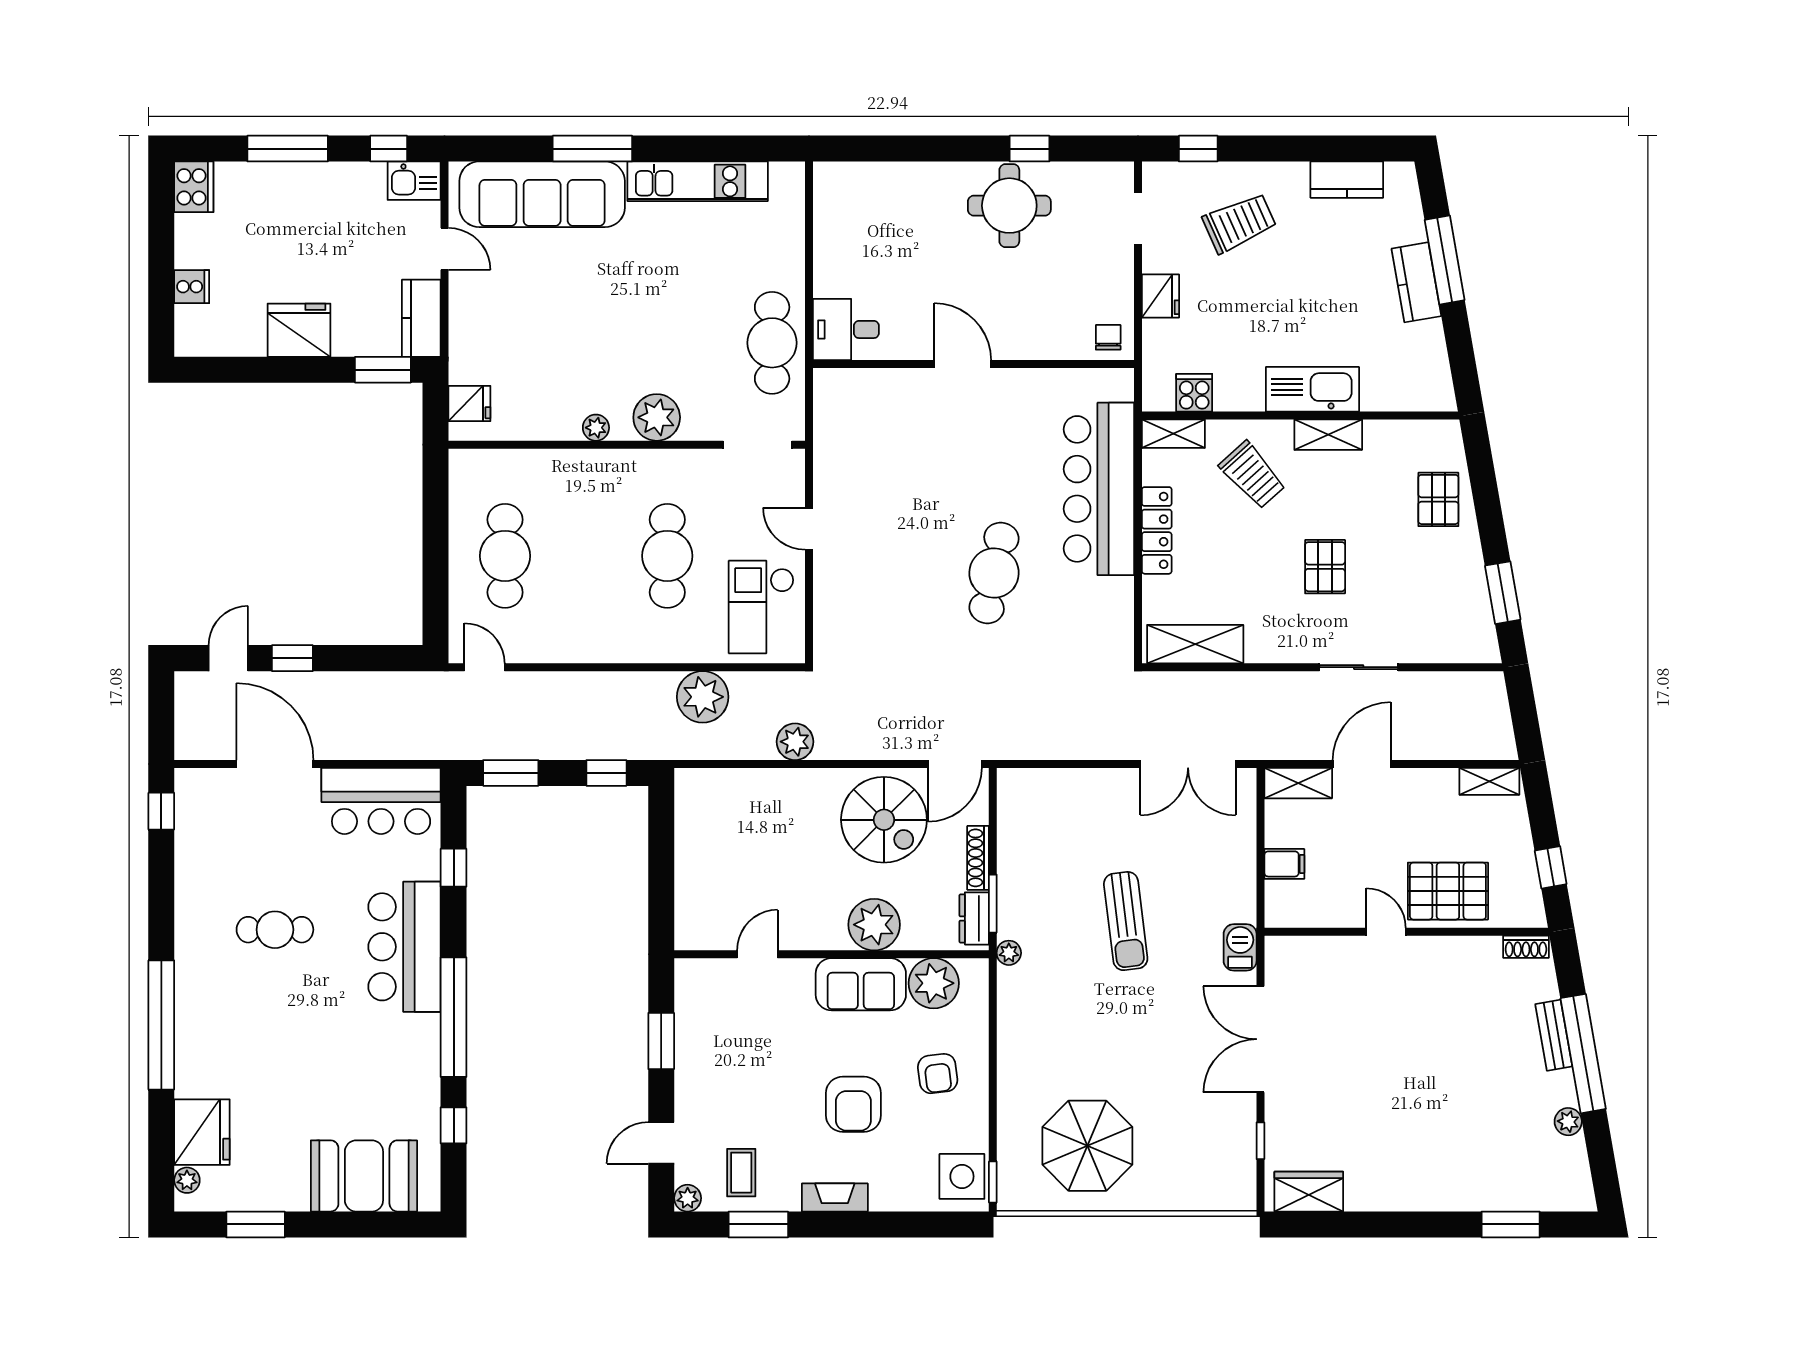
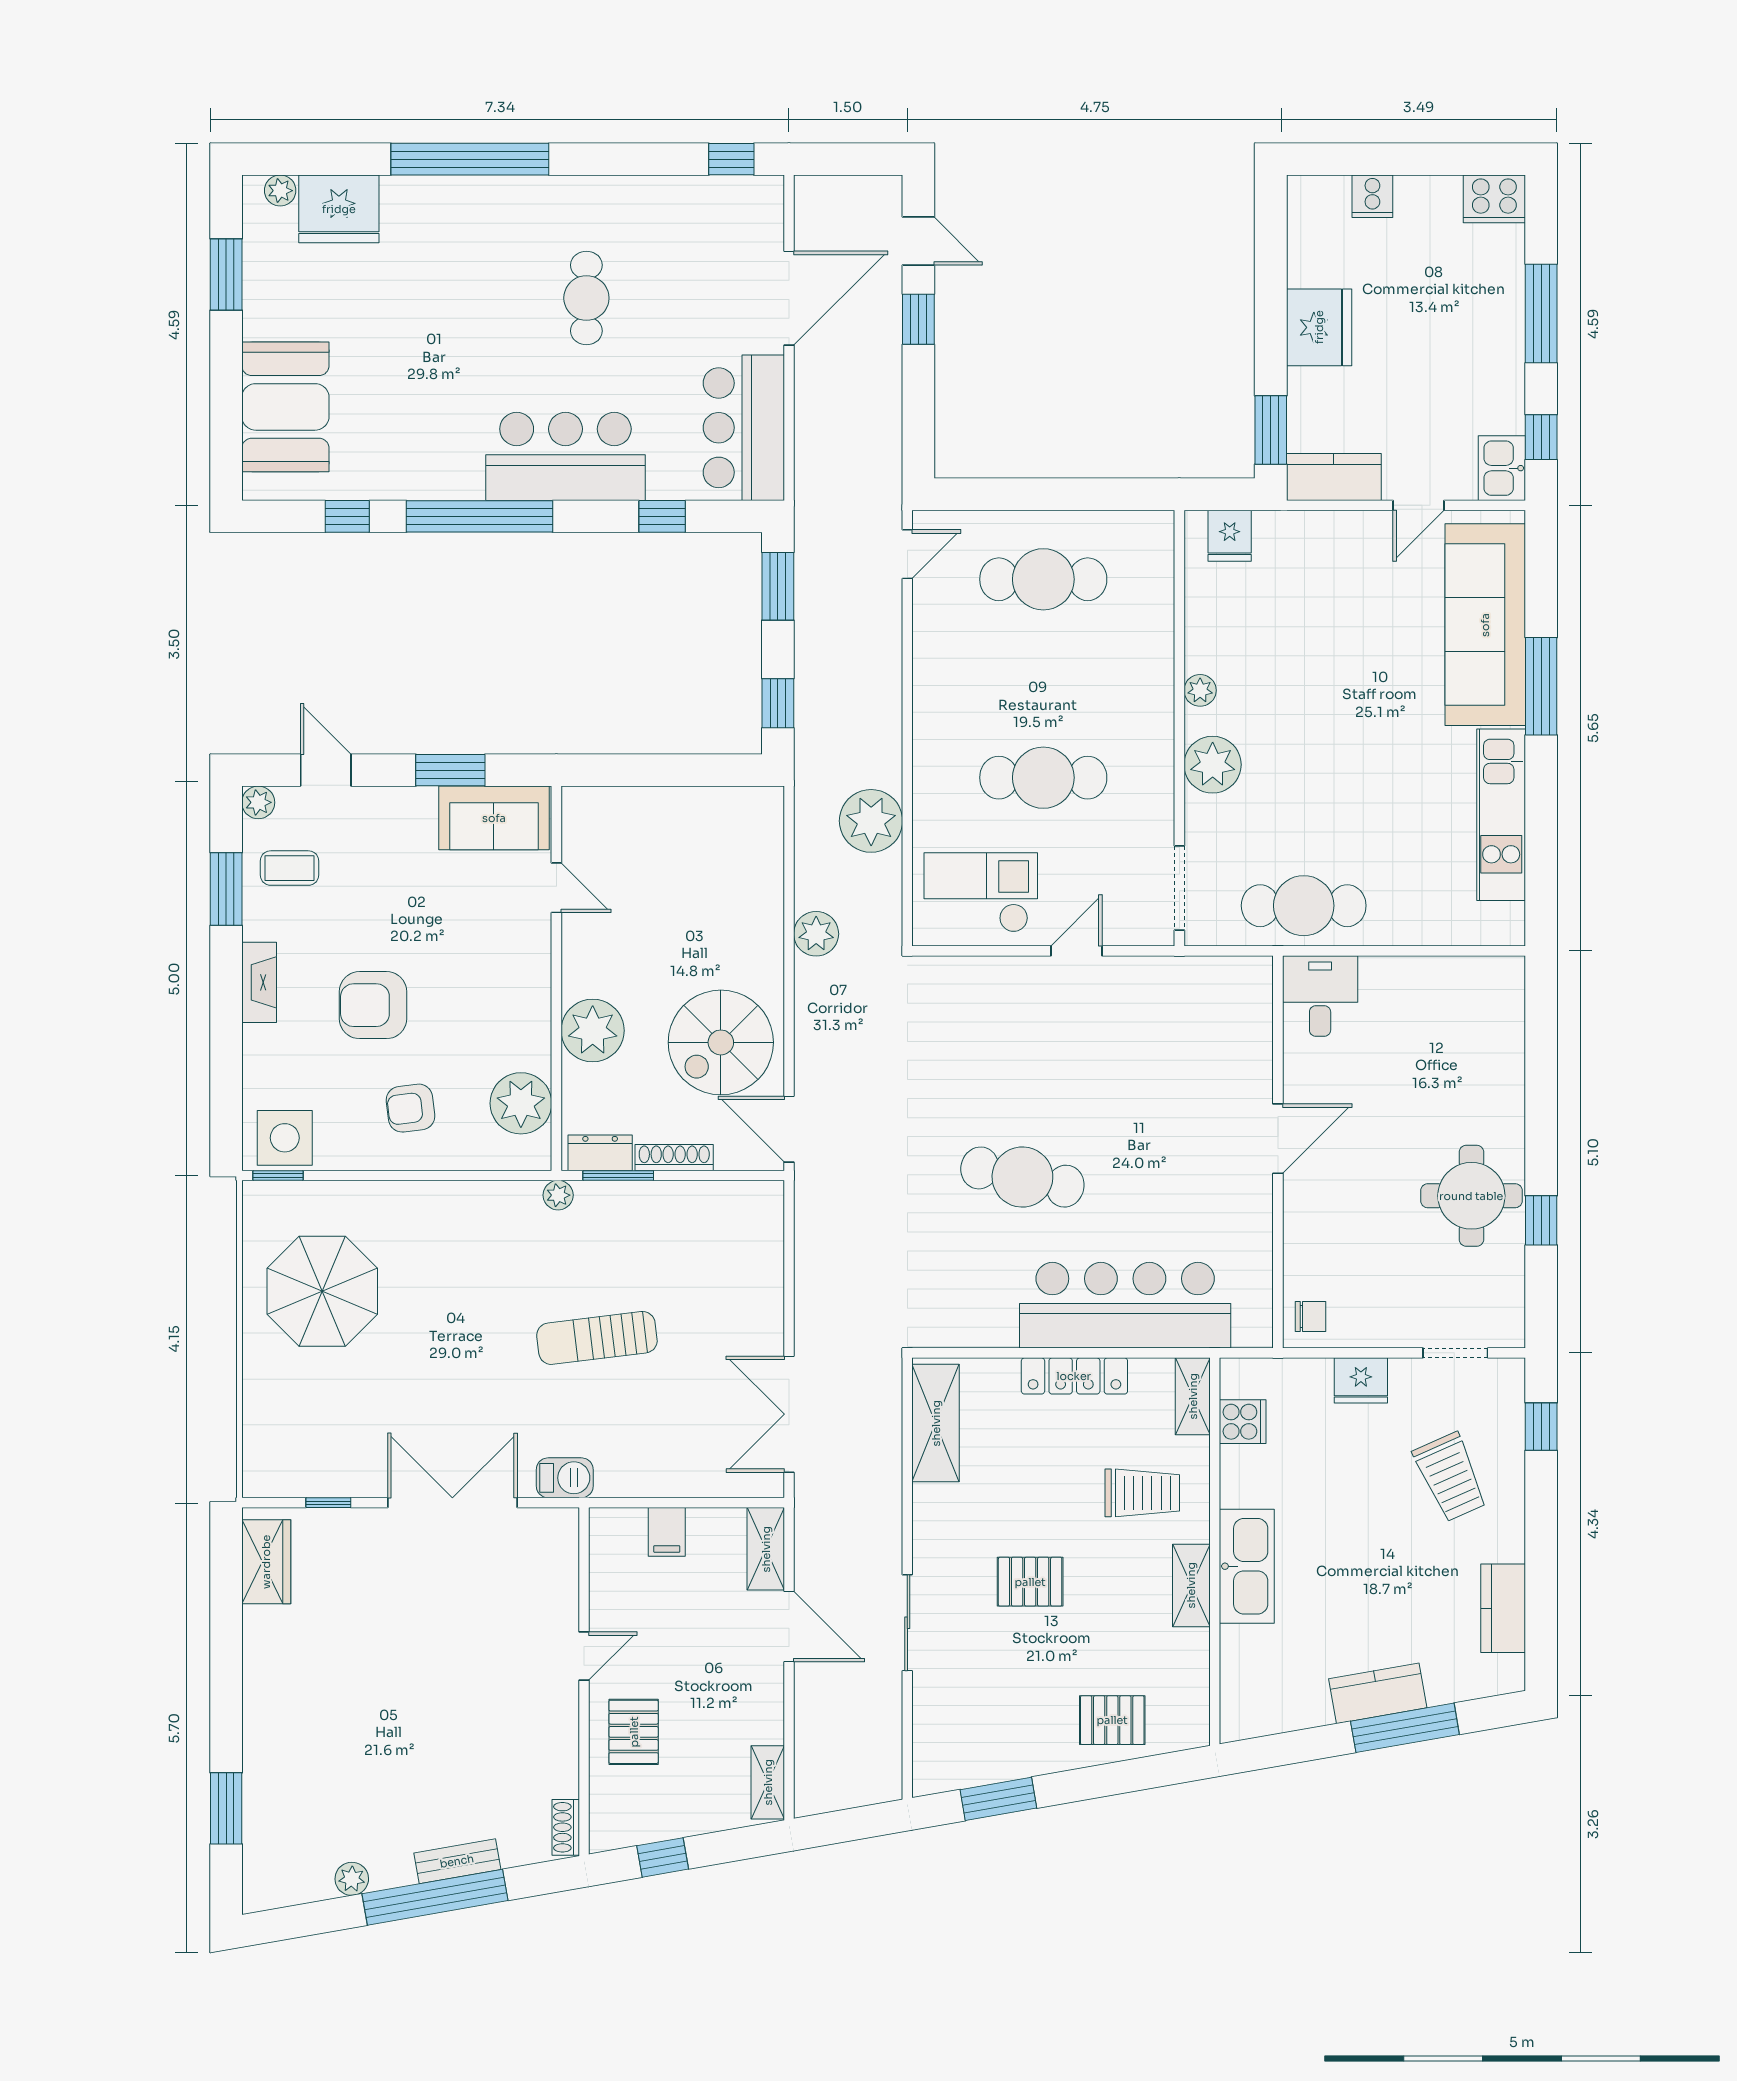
trolley: (1252, 475) -> (1142, 1493), turned -138
pallet: (1448, 891) -> (634, 1732), width x0.67, depth x0.71
sofa: (861, 984) -> (494, 818), moved, turned -90

